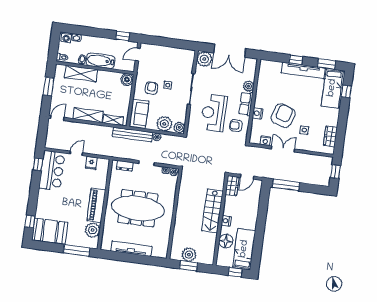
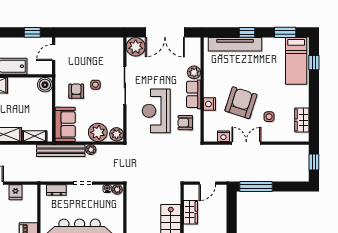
tv unit: (303, 70) -> (235, 44), moved
wardrobe: (232, 186) -> (190, 212), moved

